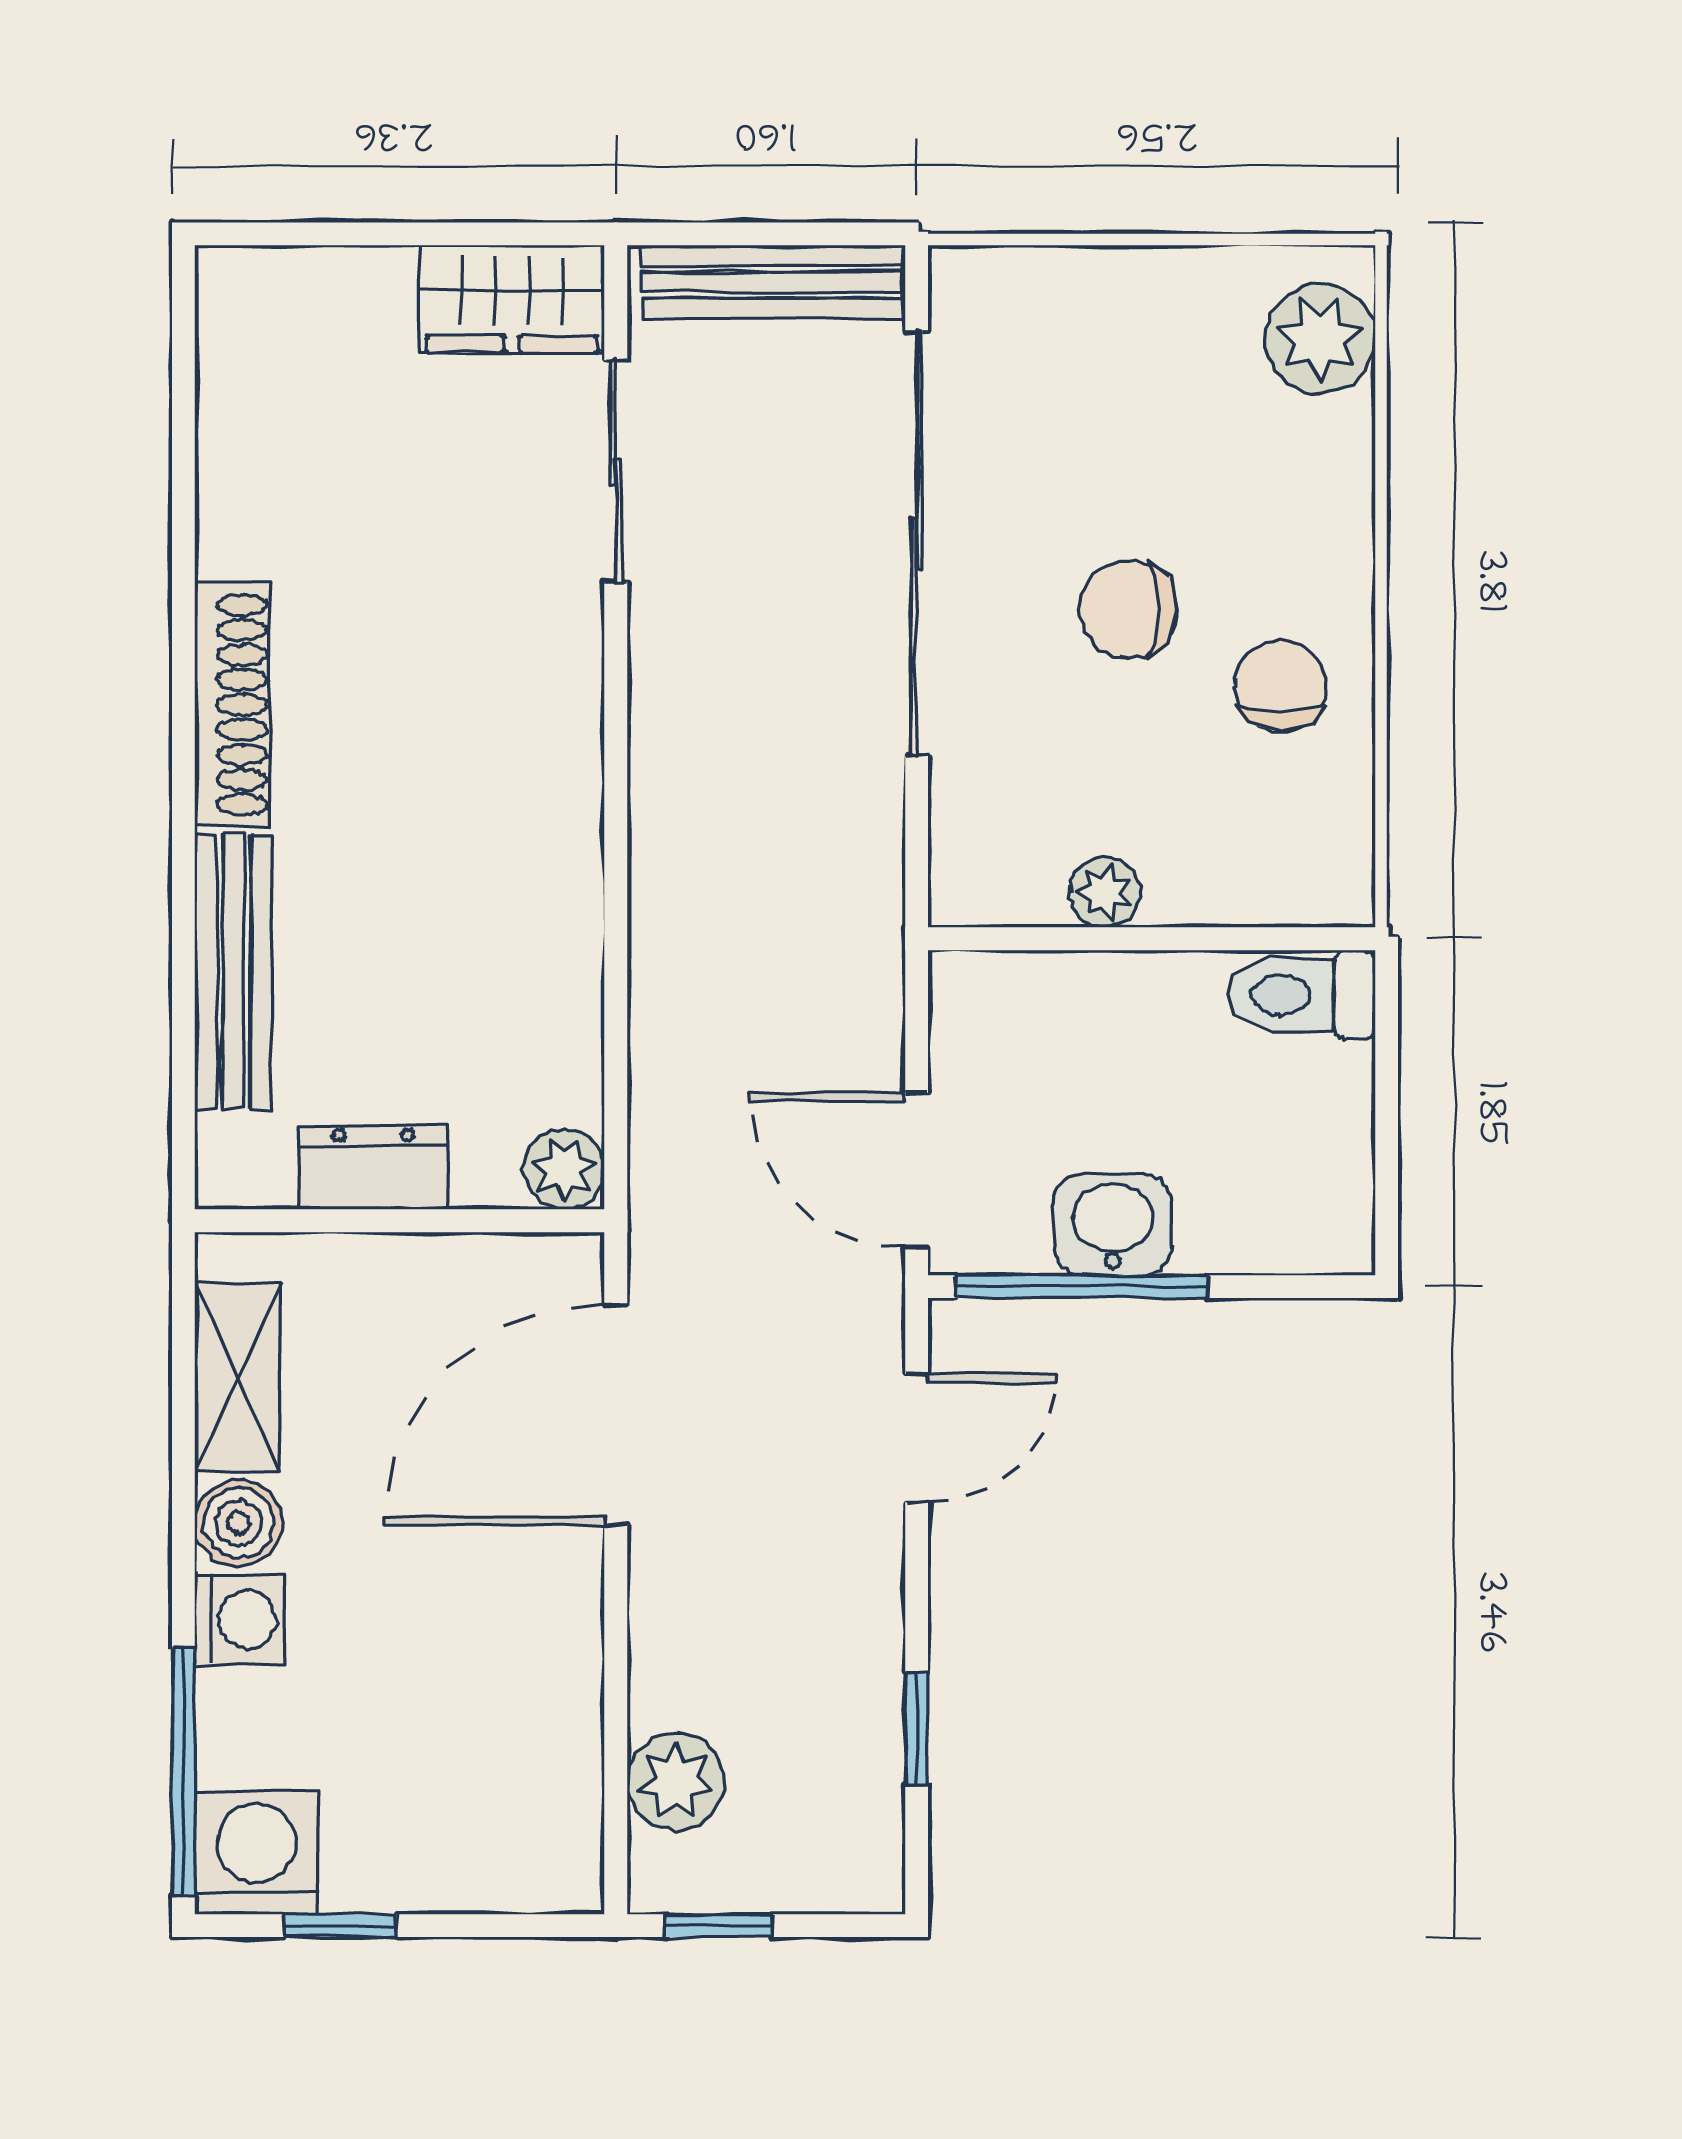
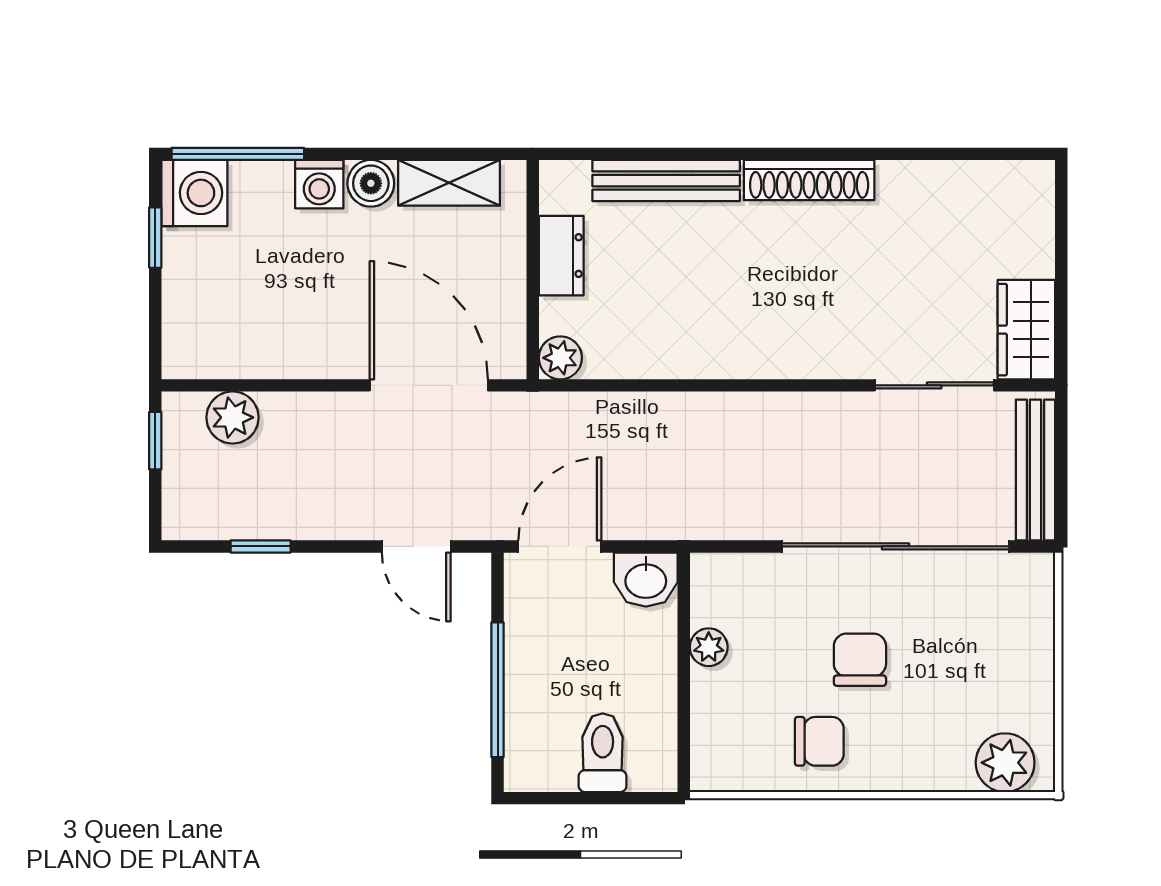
toilet: (1302, 995) -> (603, 753), moved
washbasin: (1113, 1225) -> (646, 580), moved, turned 90
window: (1081, 1287) -> (498, 690), moved

